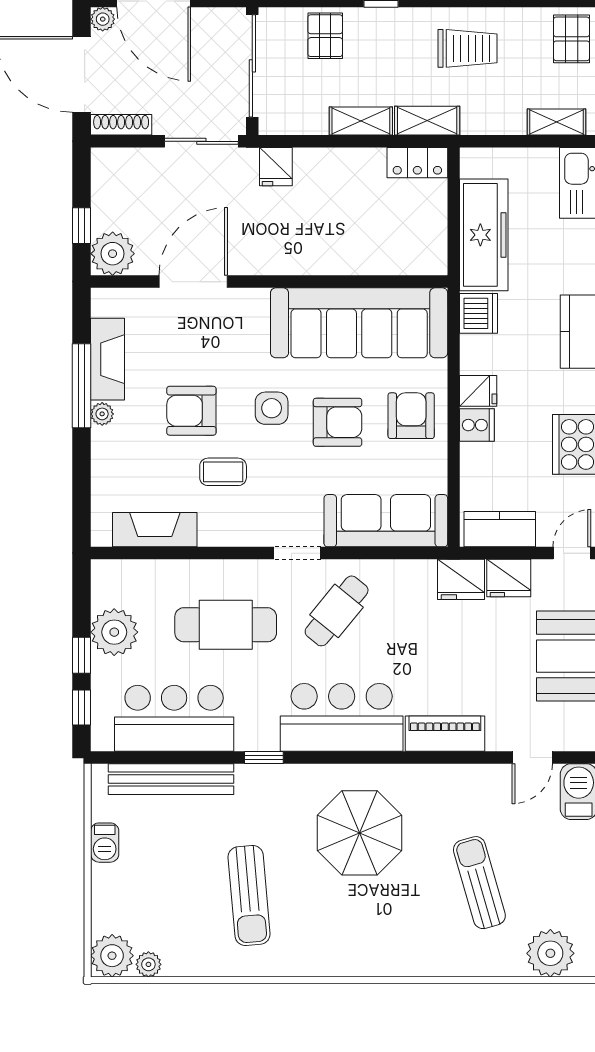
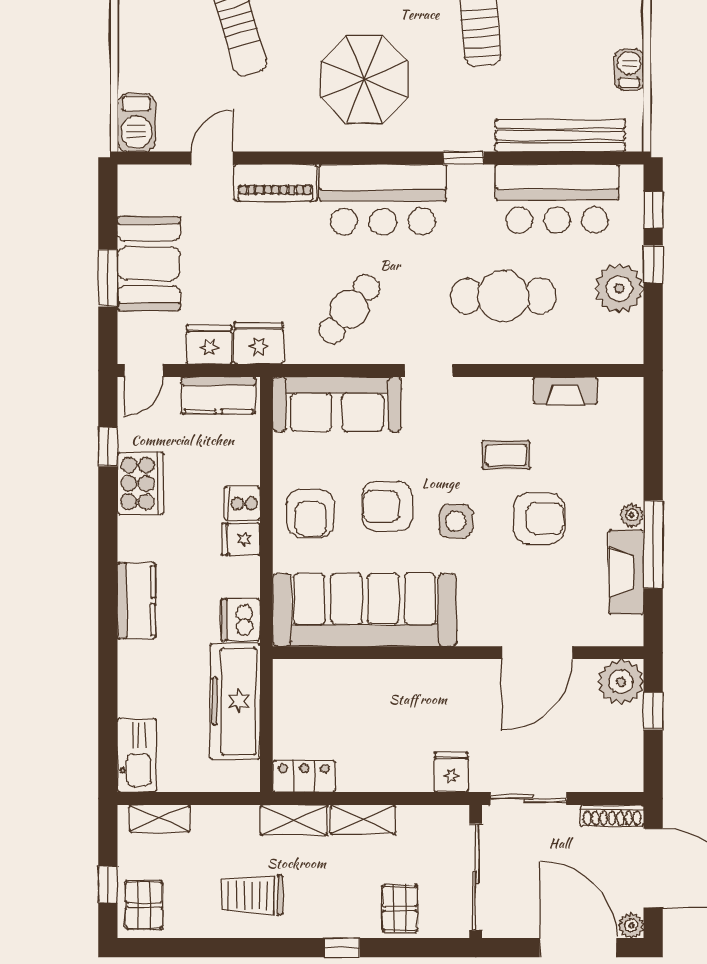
fireplace: (155, 530) -> (565, 390), width x0.73, depth x0.76
cafe table: (337, 611) -> (349, 309), moved
door: (532, 757) -> (212, 158), moved

